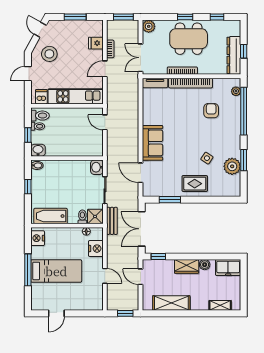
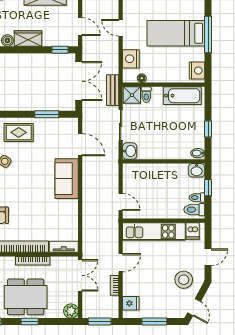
fridge: (96, 43) -> (131, 303), moved

